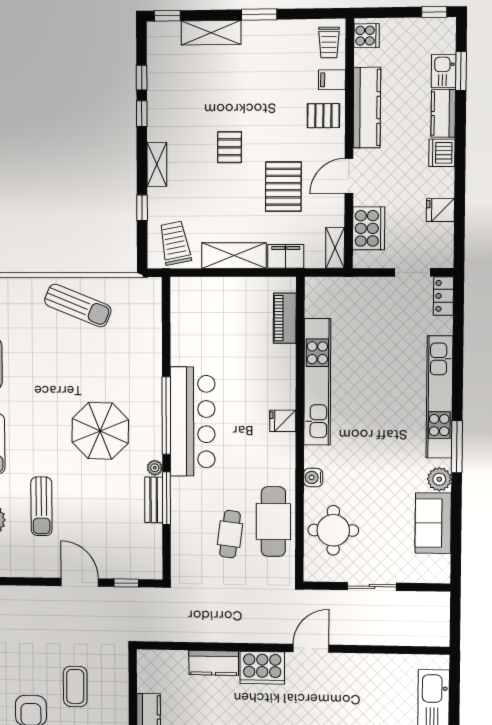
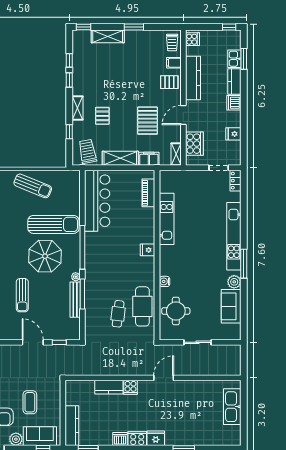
pallet: (230, 147) -> (102, 116), moved
sun lounger: (115, 374) -> (53, 224), added
kitchen unit: (317, 382) -> (167, 219), width x0.73
bar counter: (193, 422) -> (97, 201), moved
bench: (154, 500) -> (75, 300), width x1.36
sun lounger: (41, 506) -> (22, 295), moved
cooker: (262, 668) -> (130, 387), width x0.53, depth x0.76

